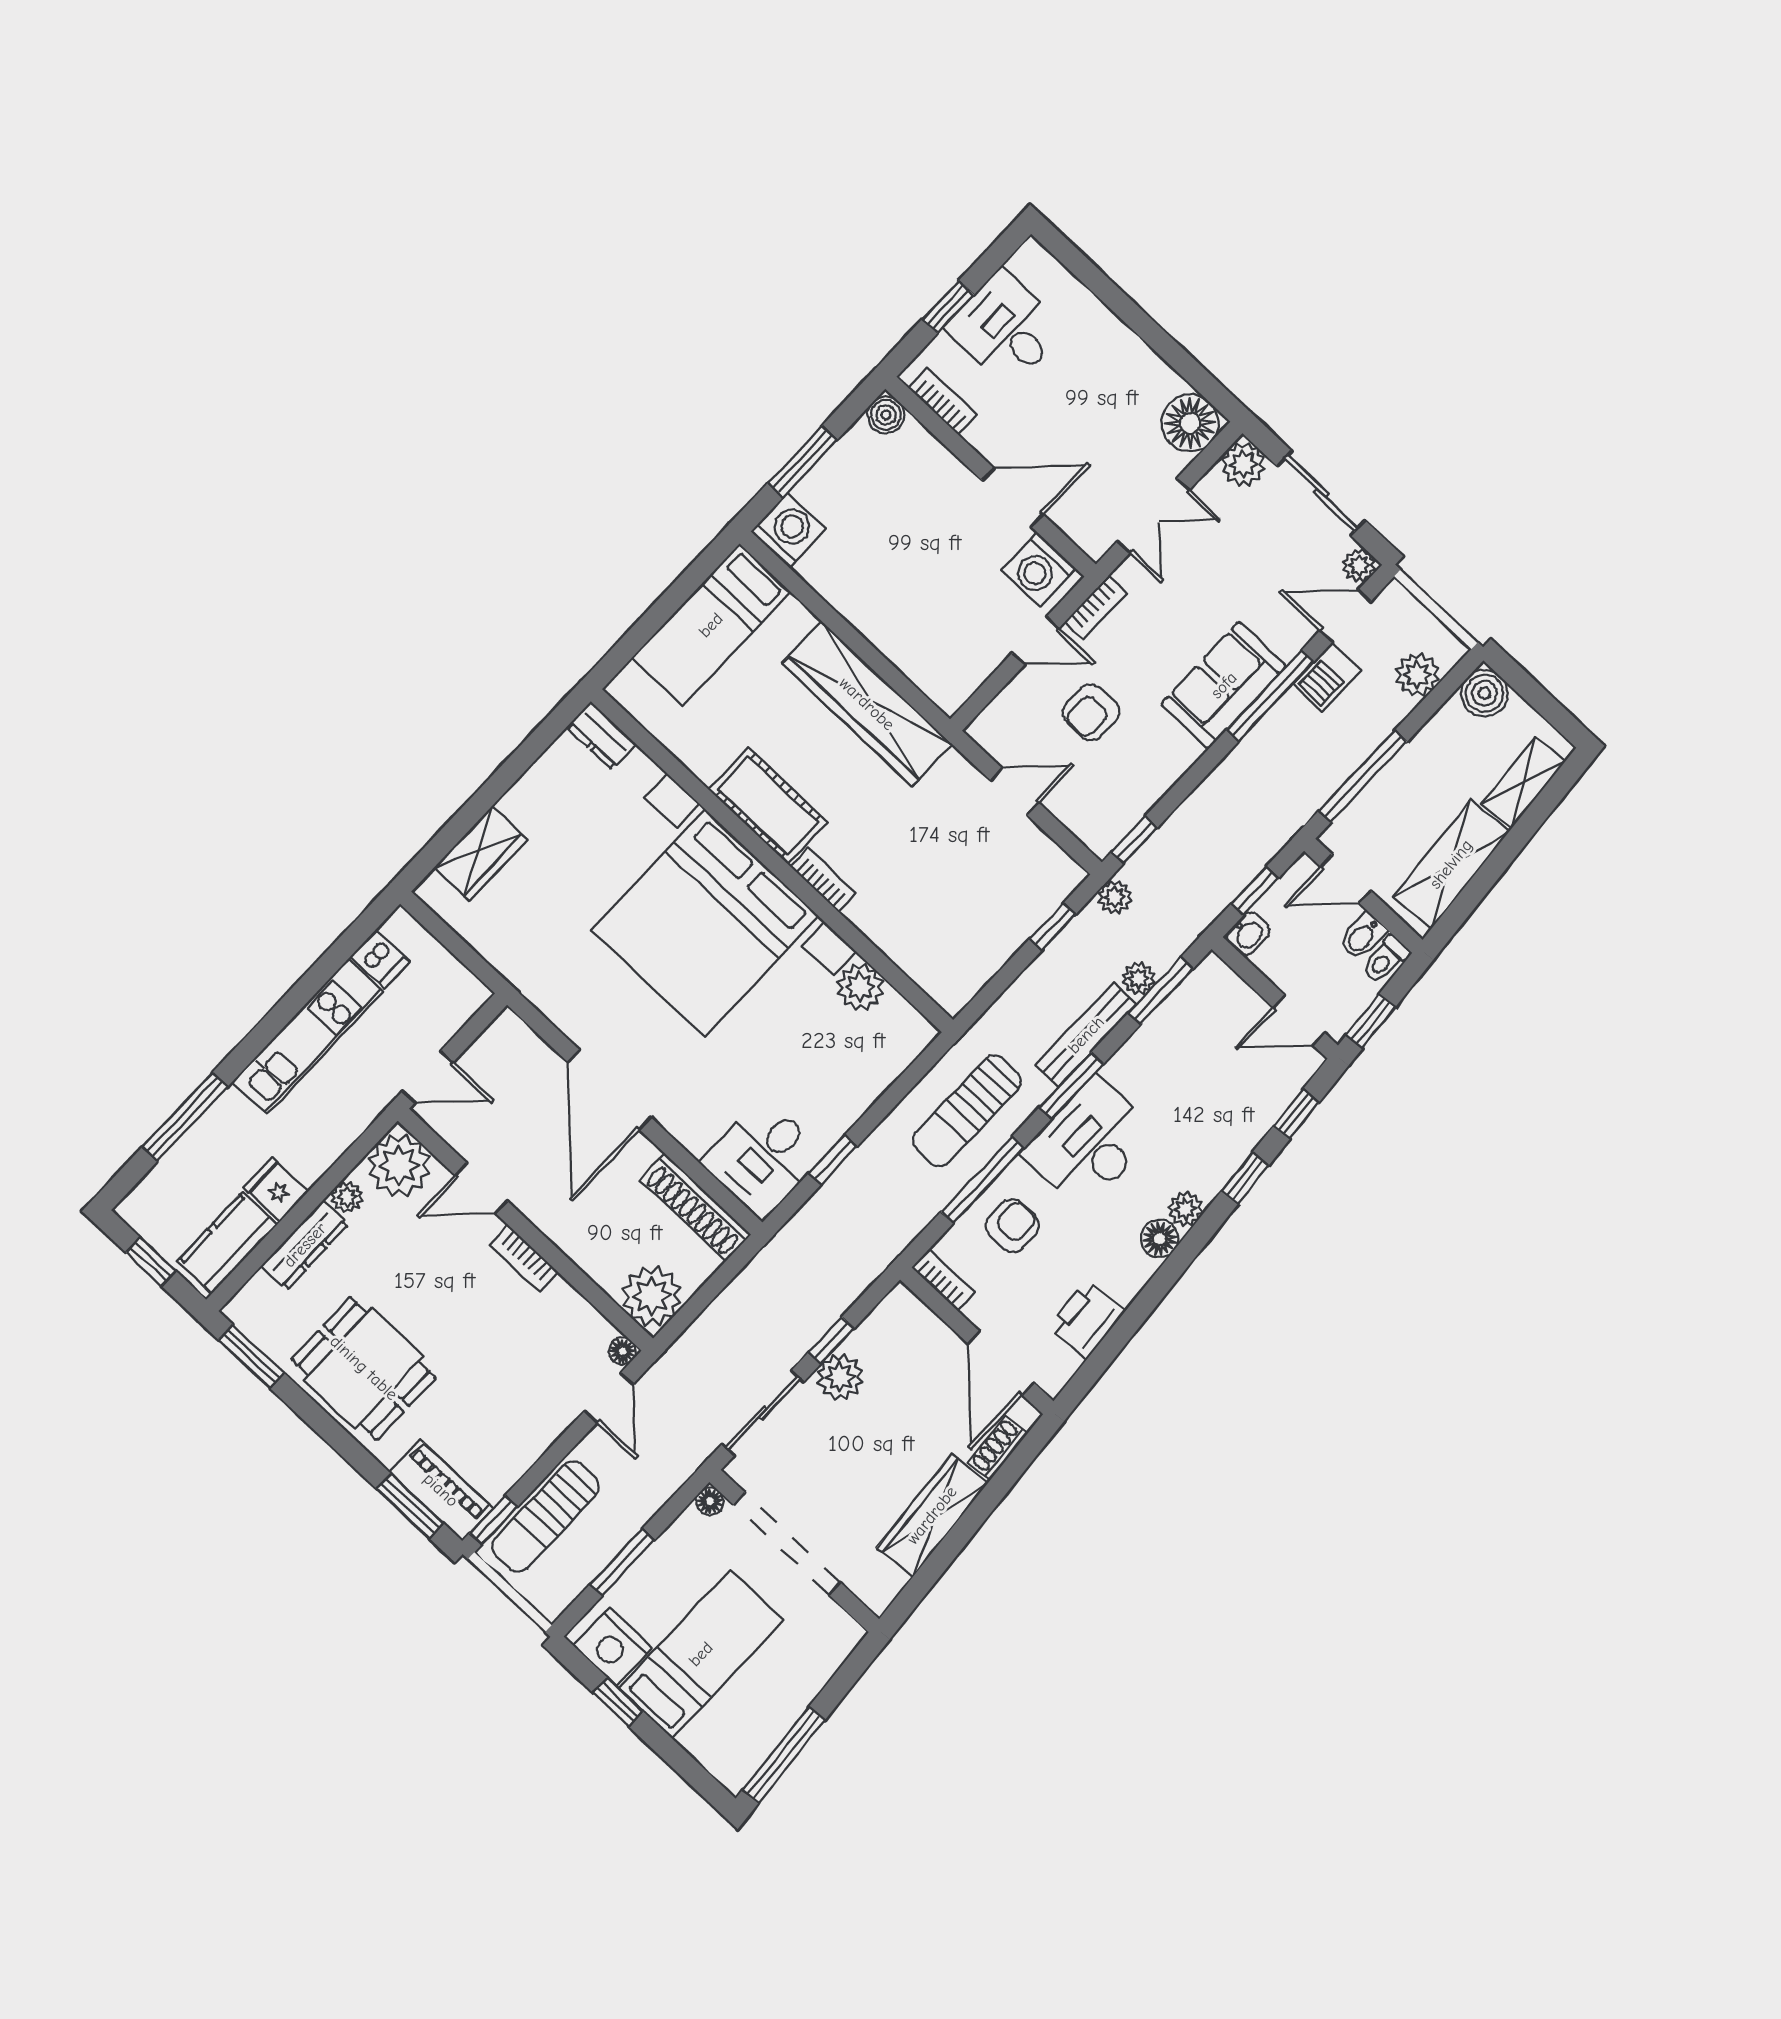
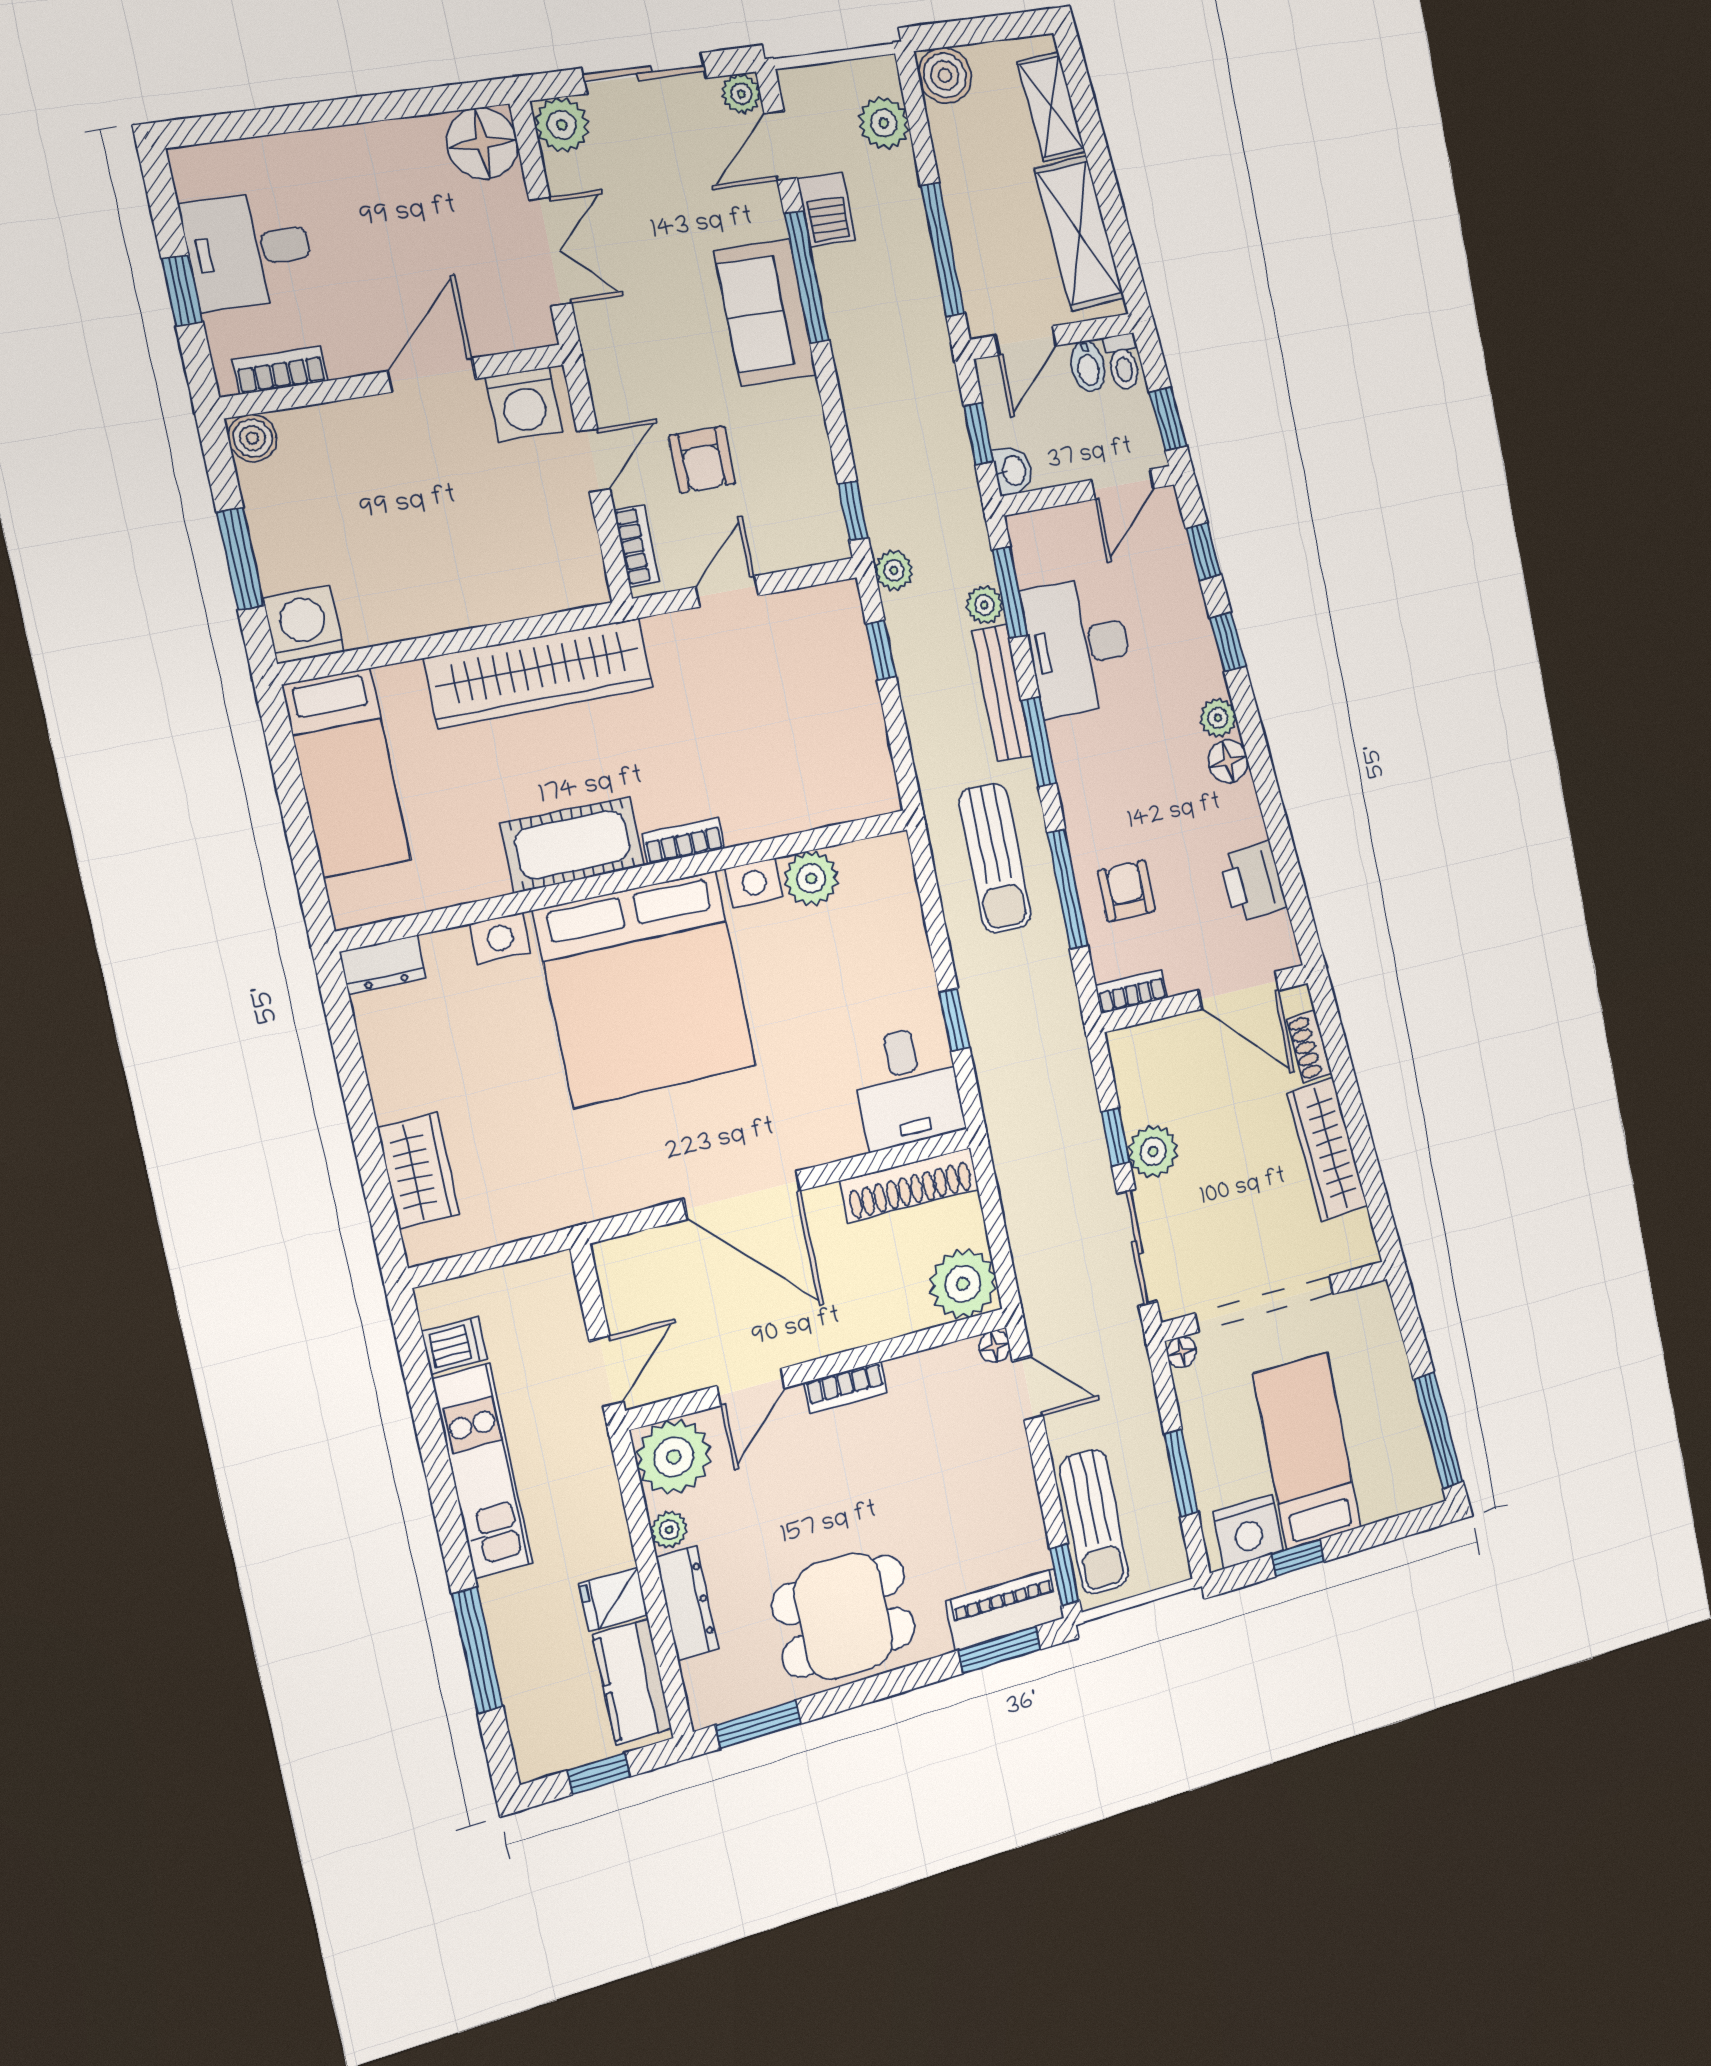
bookcase: (1096, 607) -> (637, 546), moved
desk: (1089, 1143) -> (1079, 646), moved

